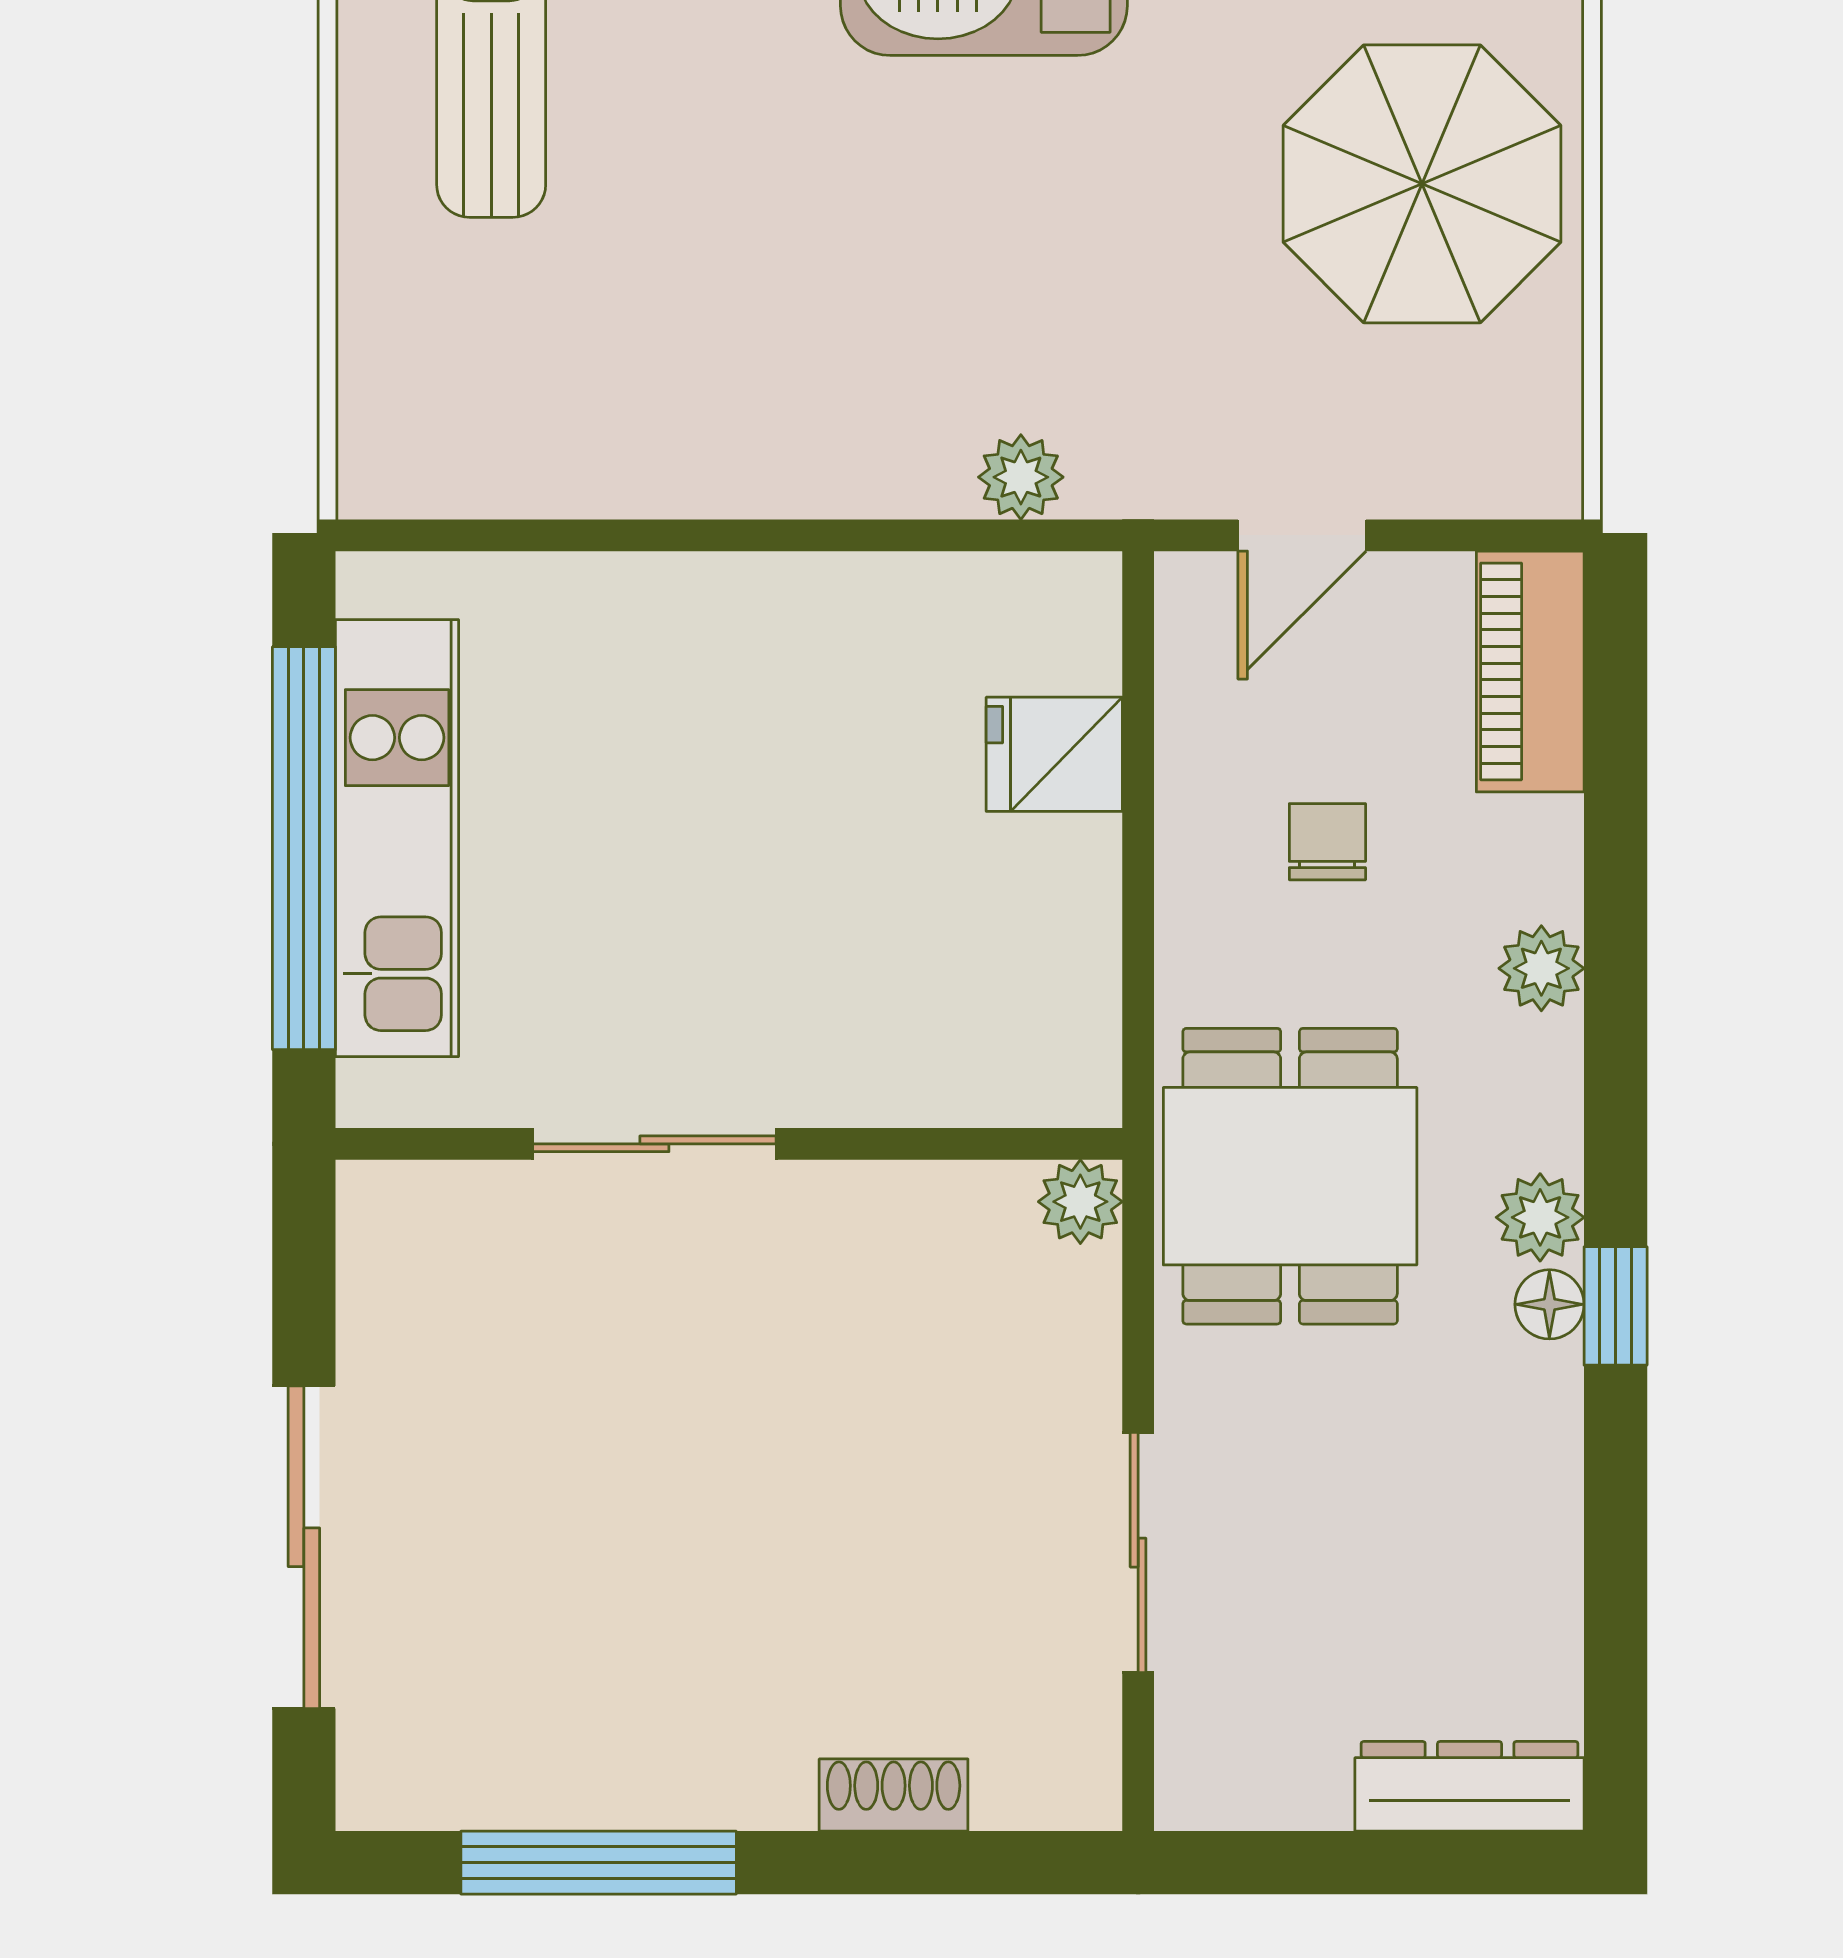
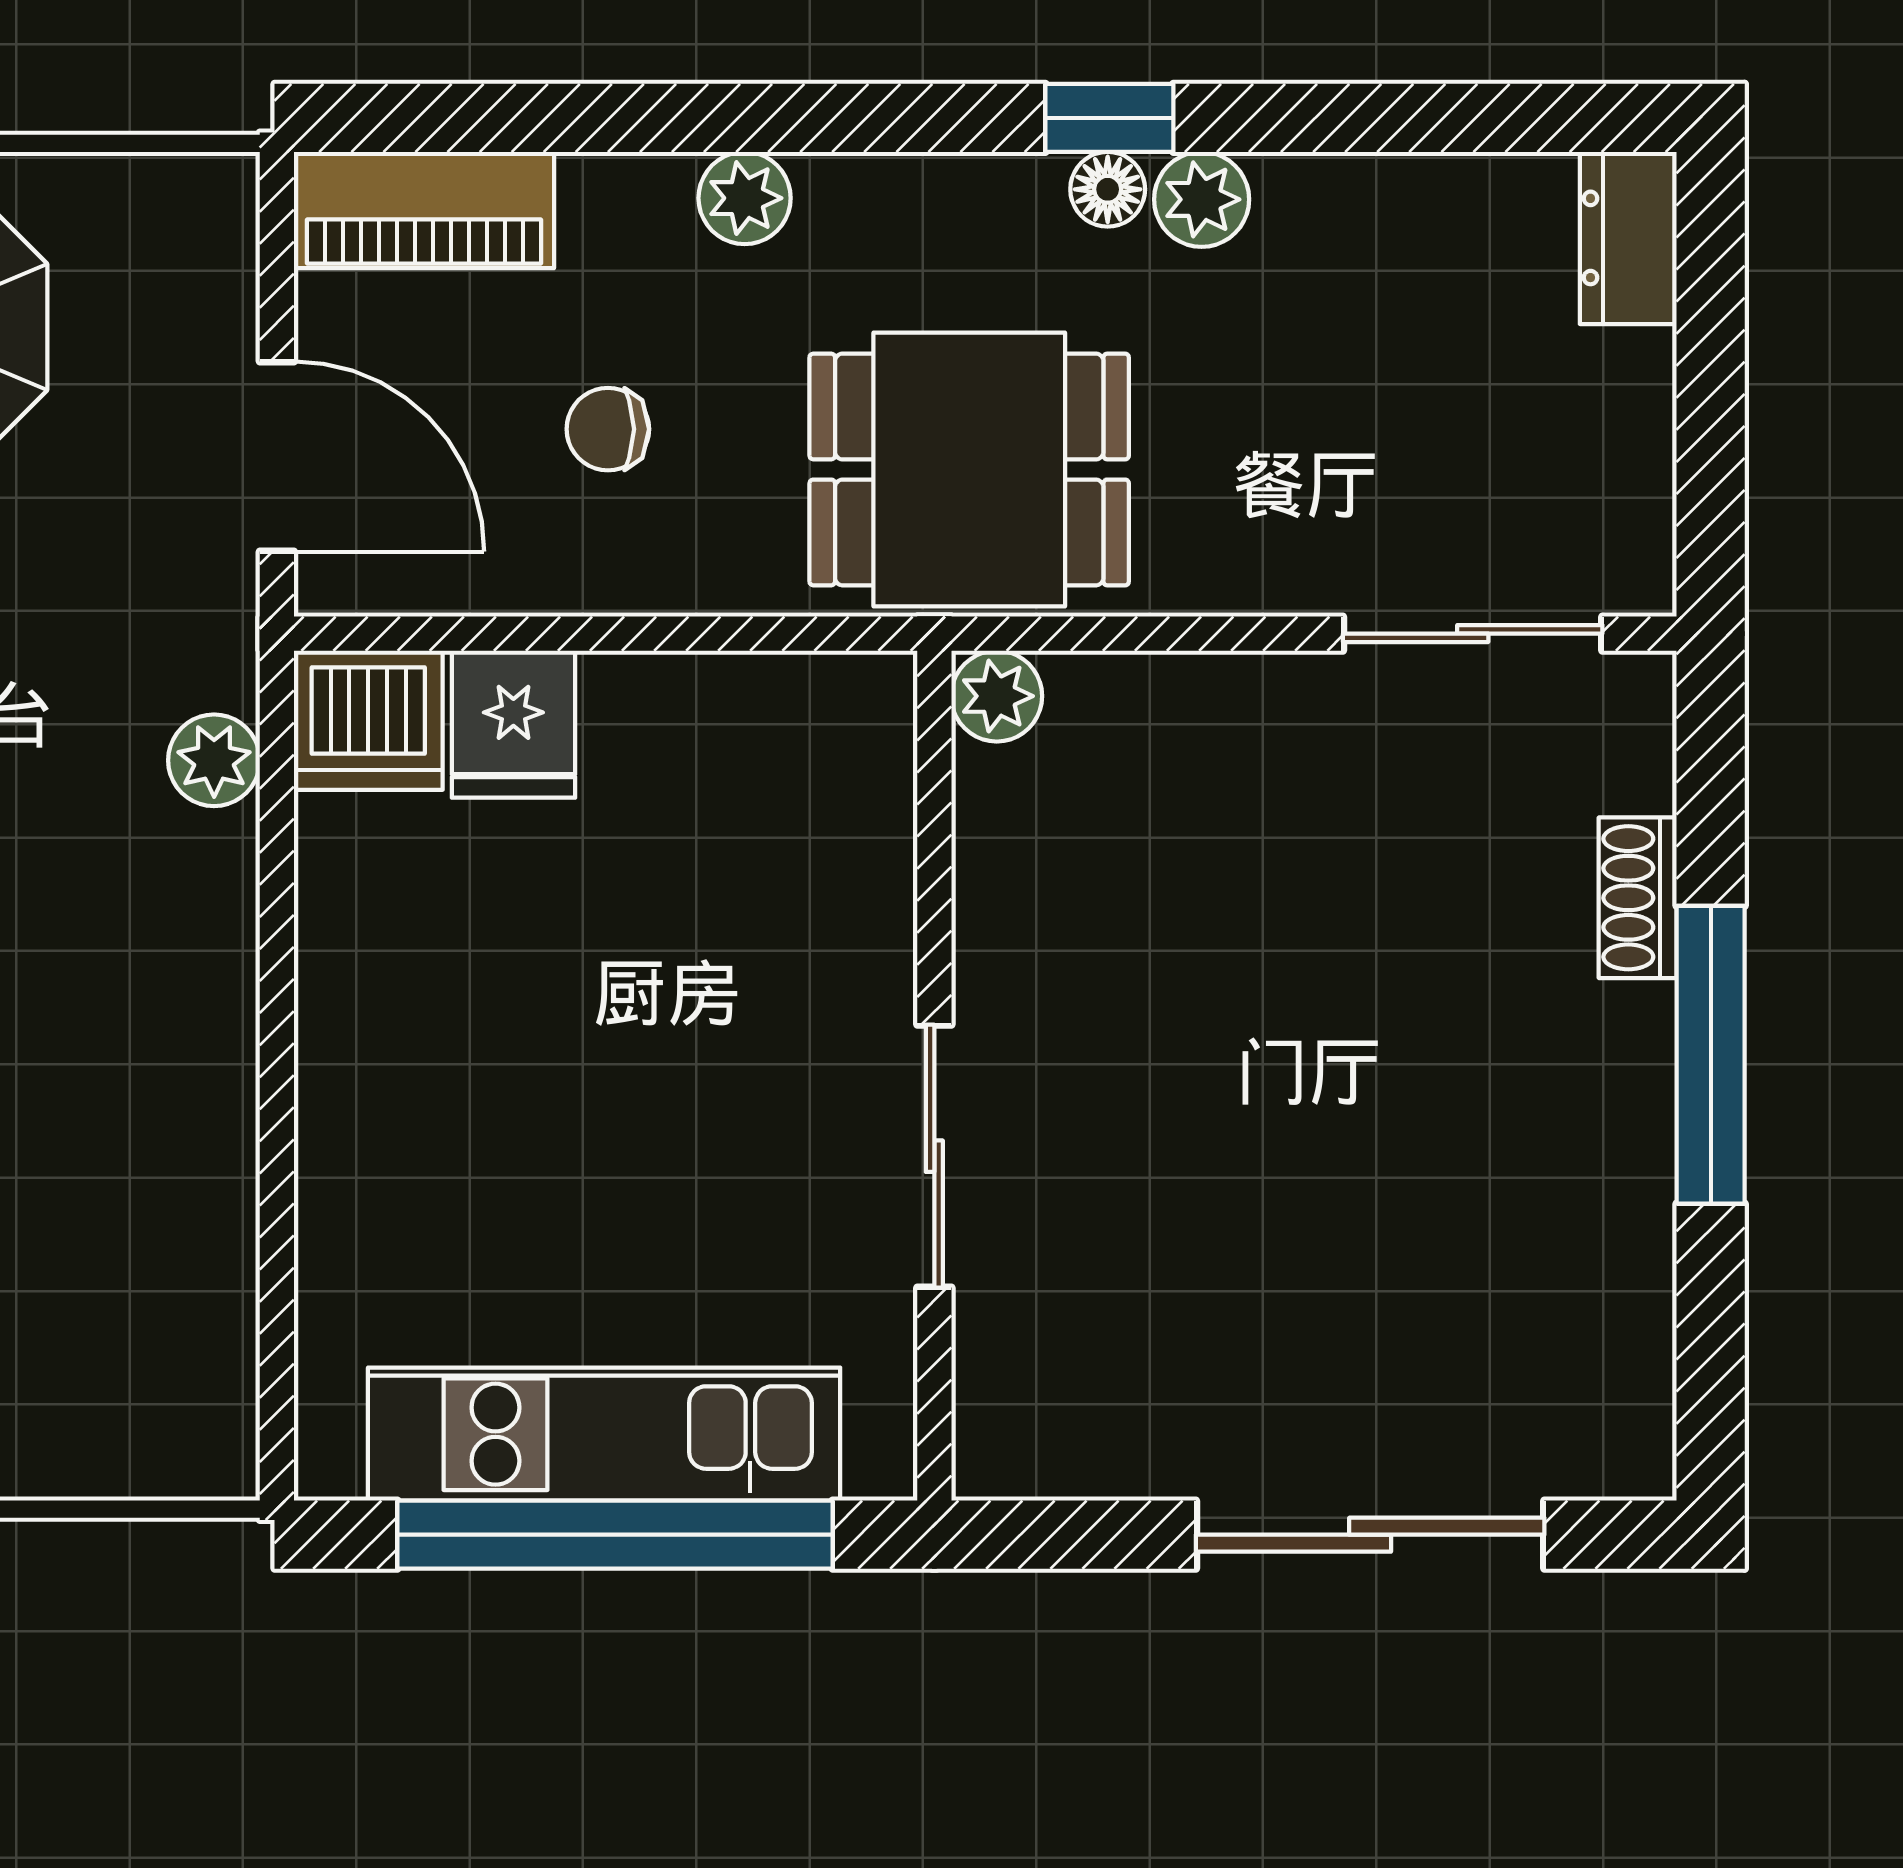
door: (1302, 535) -> (277, 457), width x1.38
dishwasher: (1058, 620) -> (368, 720), added
plant: (1540, 1217) -> (1202, 199), moved
sliding door: (1138, 1553) -> (1473, 634), moved
dresser: (1470, 1786) -> (1628, 238), width x0.70
window: (599, 1863) -> (1711, 1055), moved

